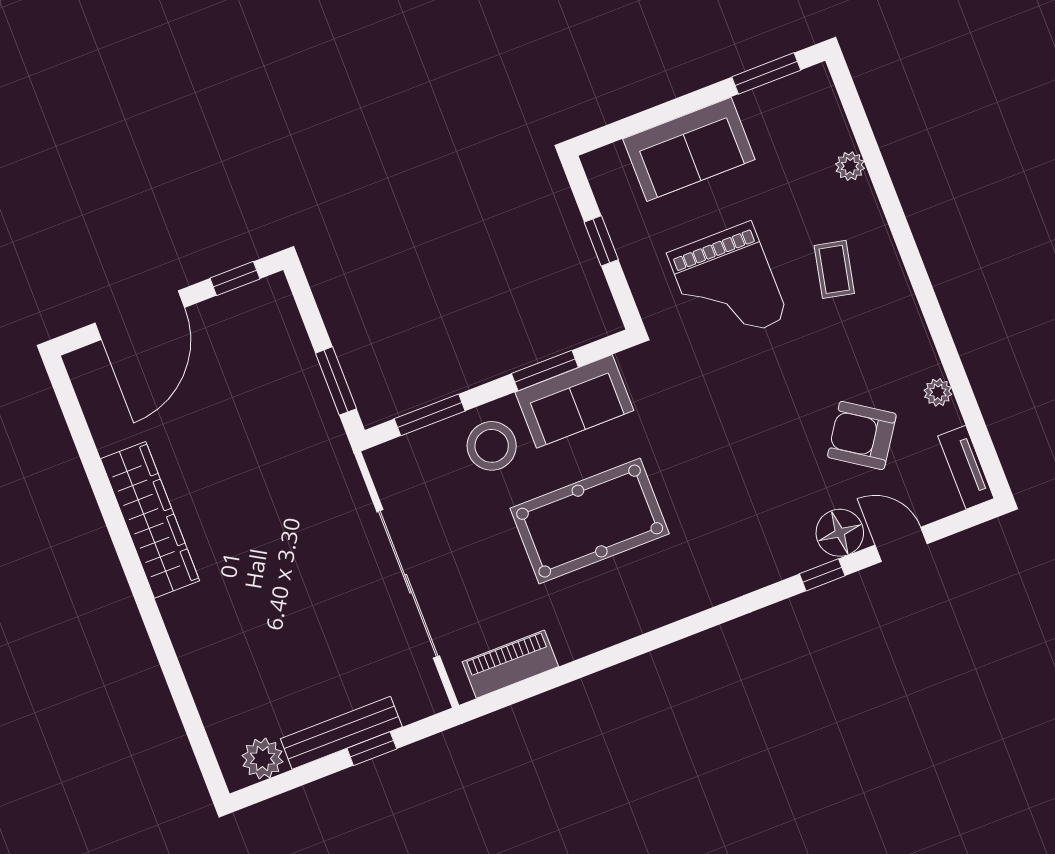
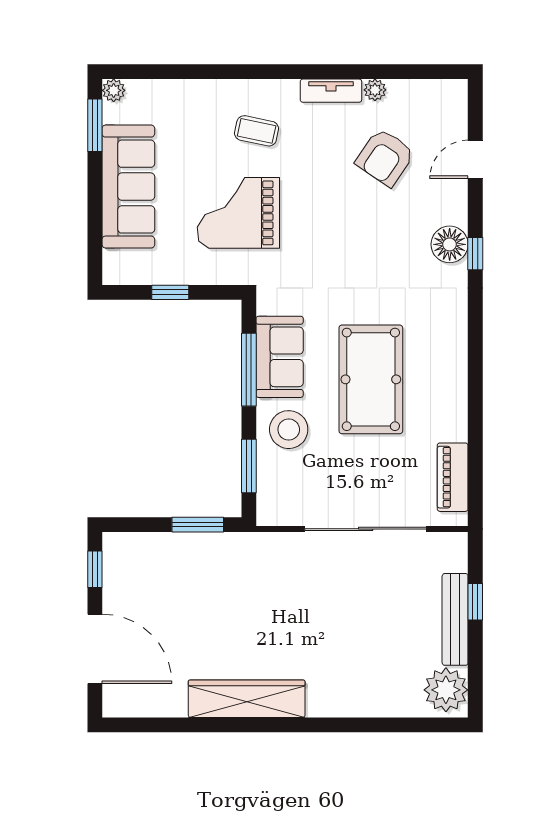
sofa: (689, 149) -> (128, 187), width x1.36
plant: (850, 166) -> (114, 90), moved
grand piano: (728, 286) -> (238, 213), turned 180
window: (545, 370) -> (249, 370), width x1.44
tv unit: (966, 467) -> (331, 91), moved
floor lamp: (840, 533) -> (450, 244), moved
window: (822, 575) -> (475, 254), moved
plant: (262, 759) -> (446, 690), width x1.36, depth x1.36

